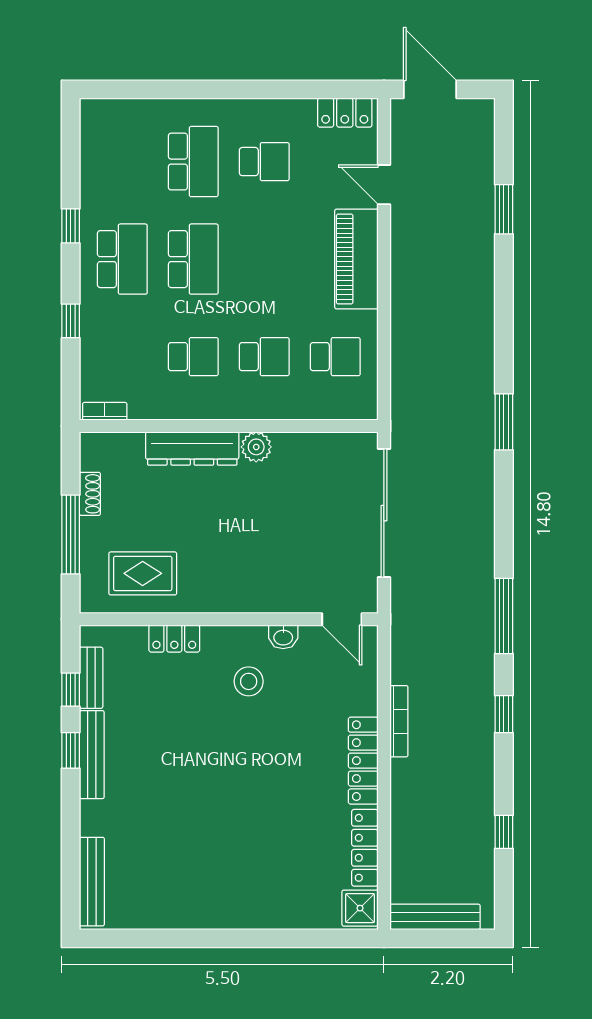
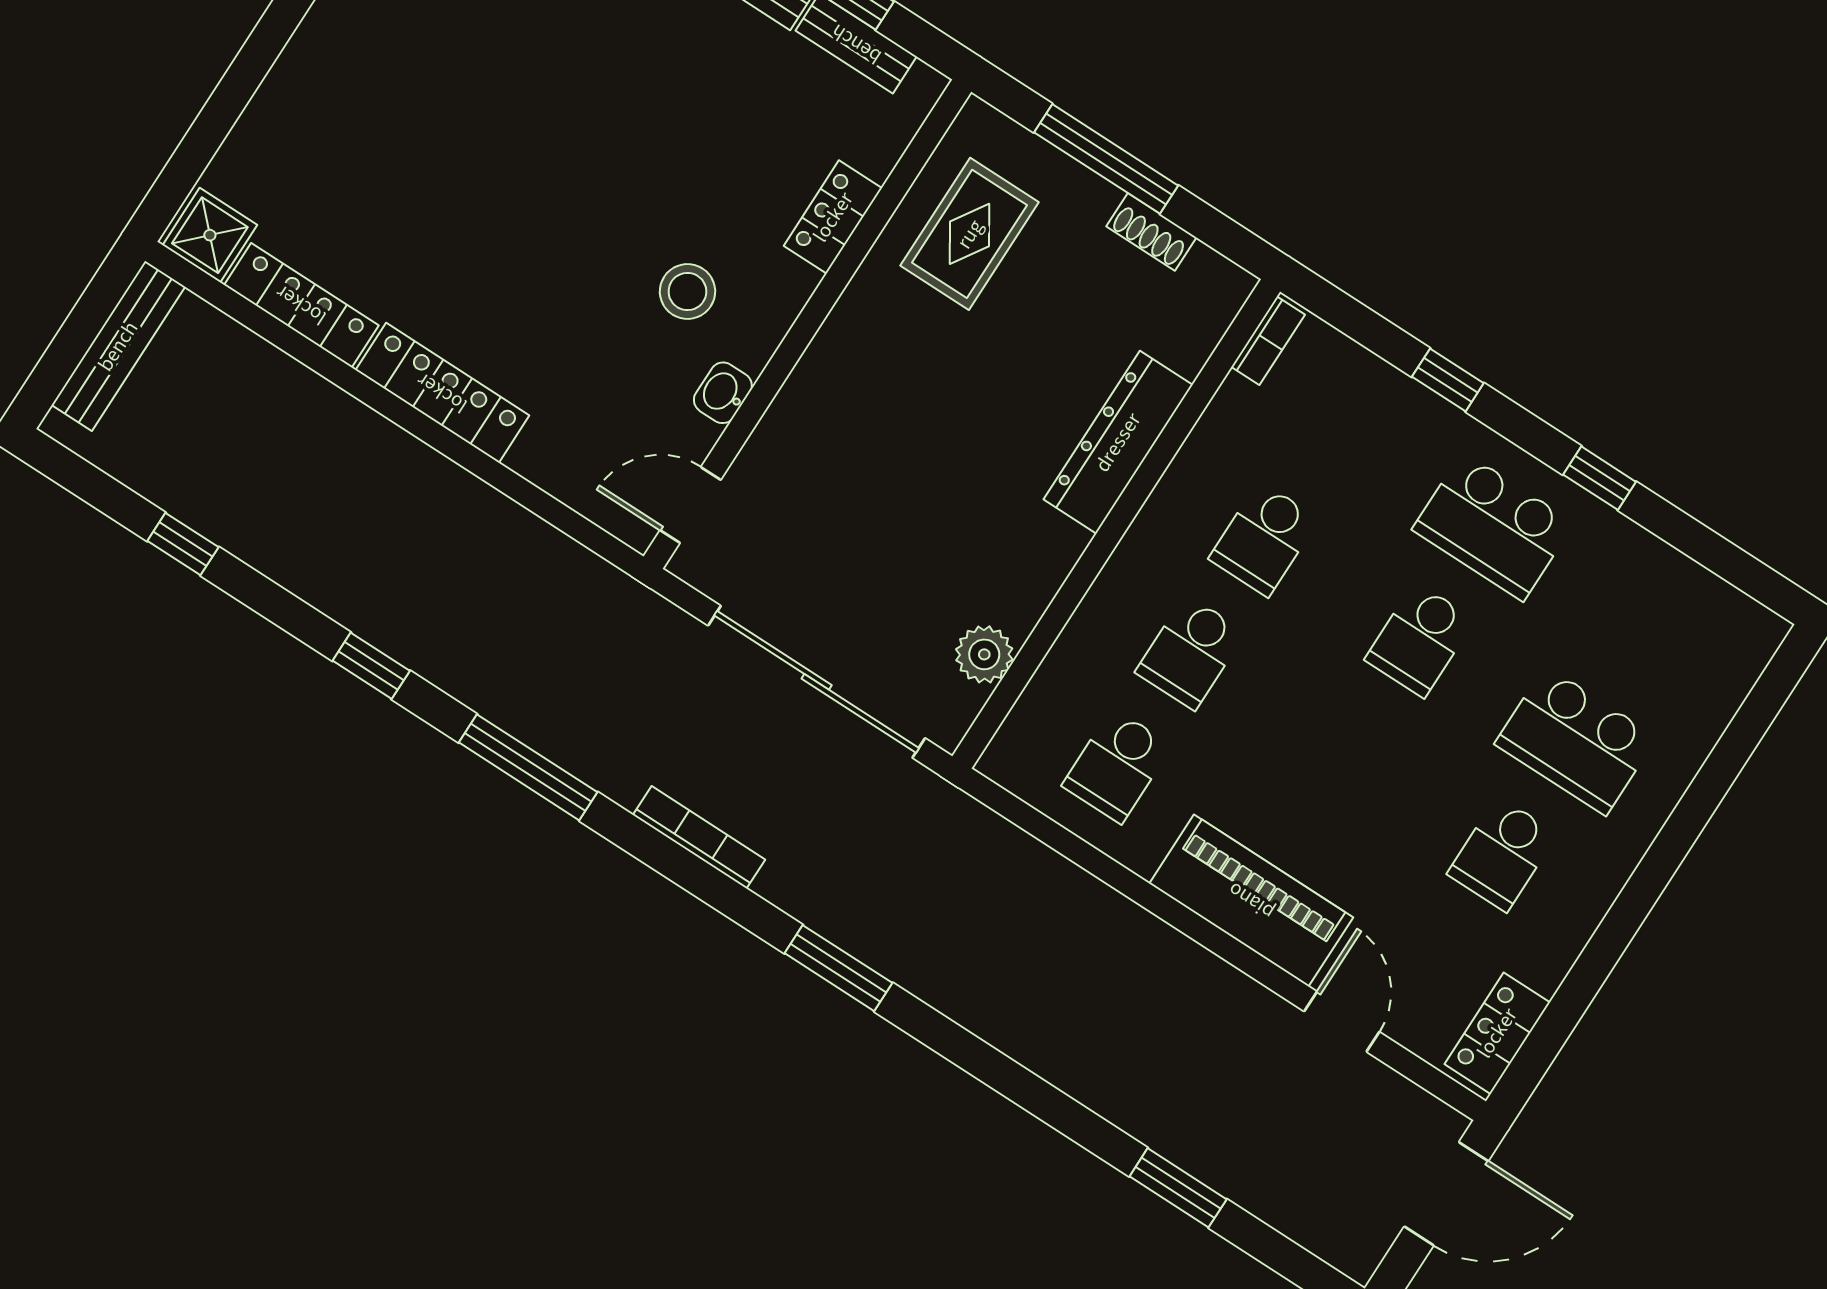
door: (384, 185) -> (1342, 1022), hinge flipped
school desk: (193, 259) -> (1420, 640), width x0.54
plant: (256, 447) -> (984, 654), moved
bookcase: (399, 721) -> (699, 837), moved, turned 180

